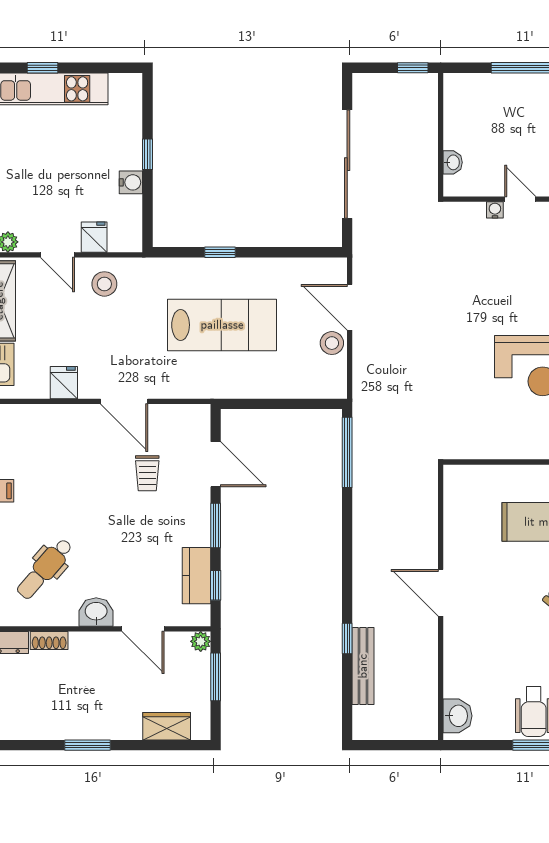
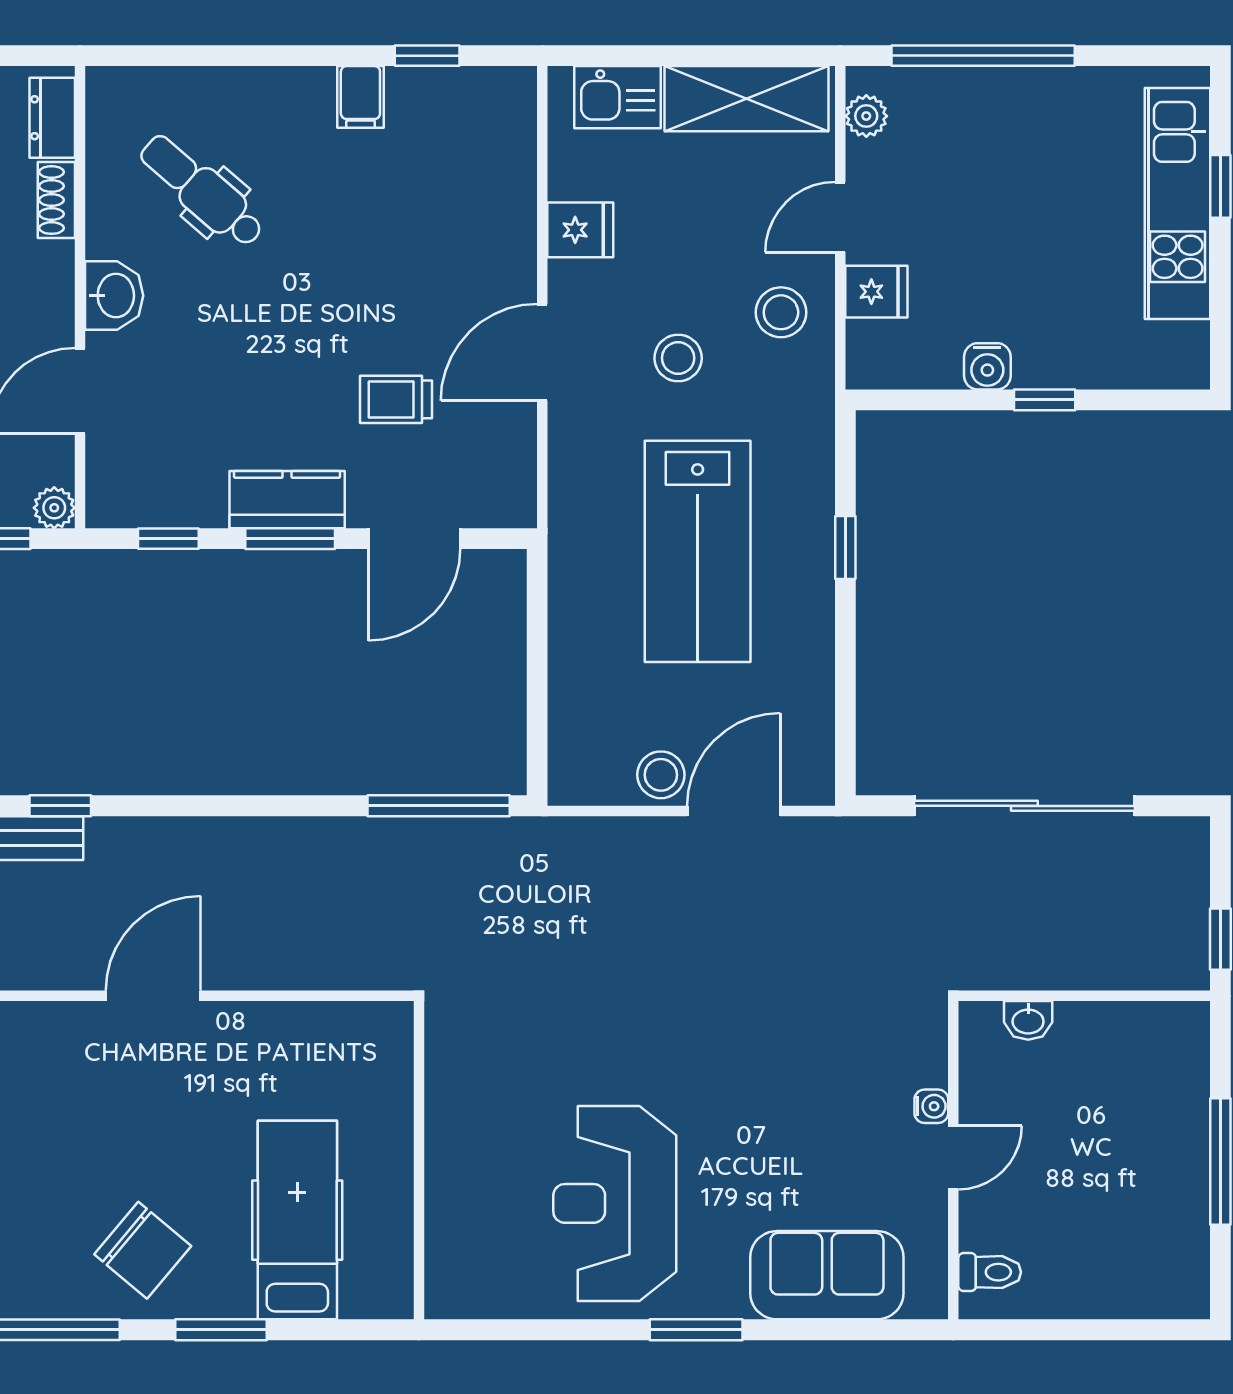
stool: (127, 335) -> (678, 358), added
kitchen counter: (197, 576) -> (287, 500), moved

